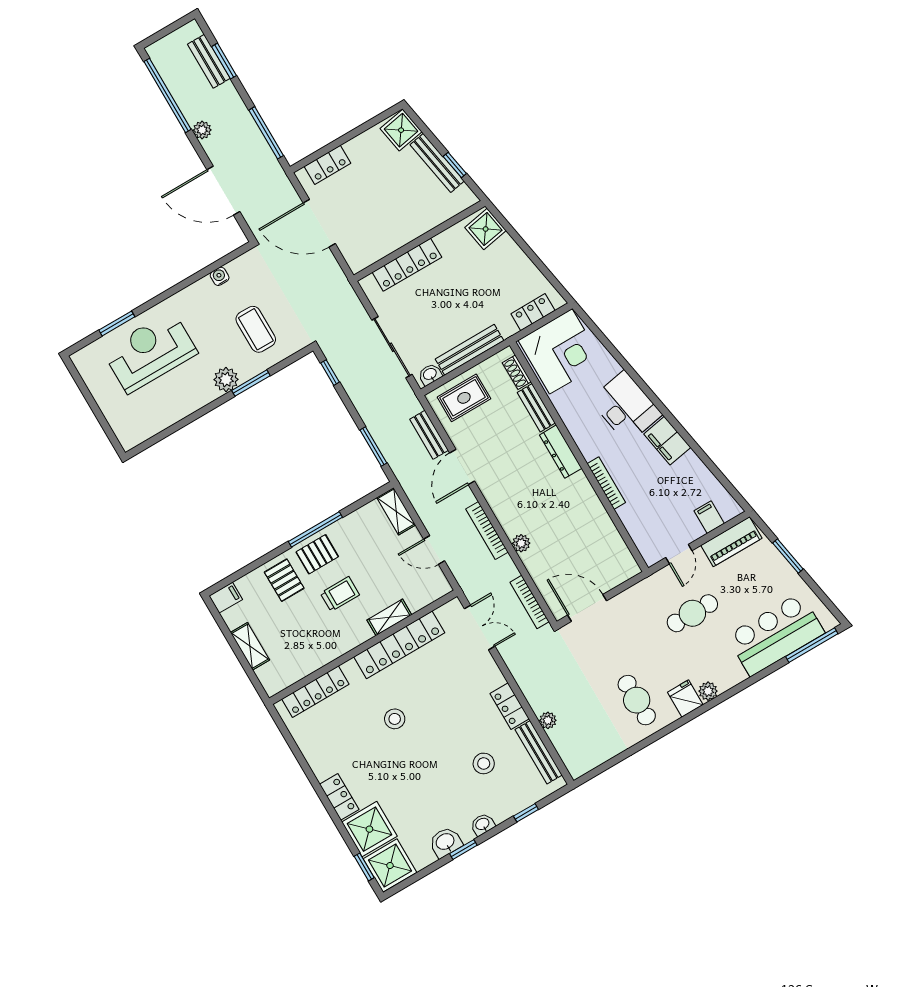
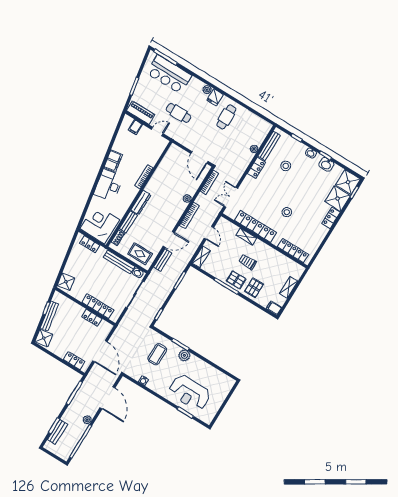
locker: (391, 242) -> (92, 318), added

